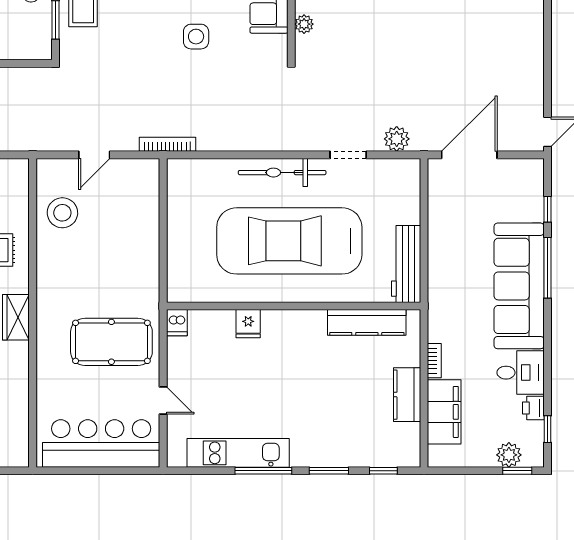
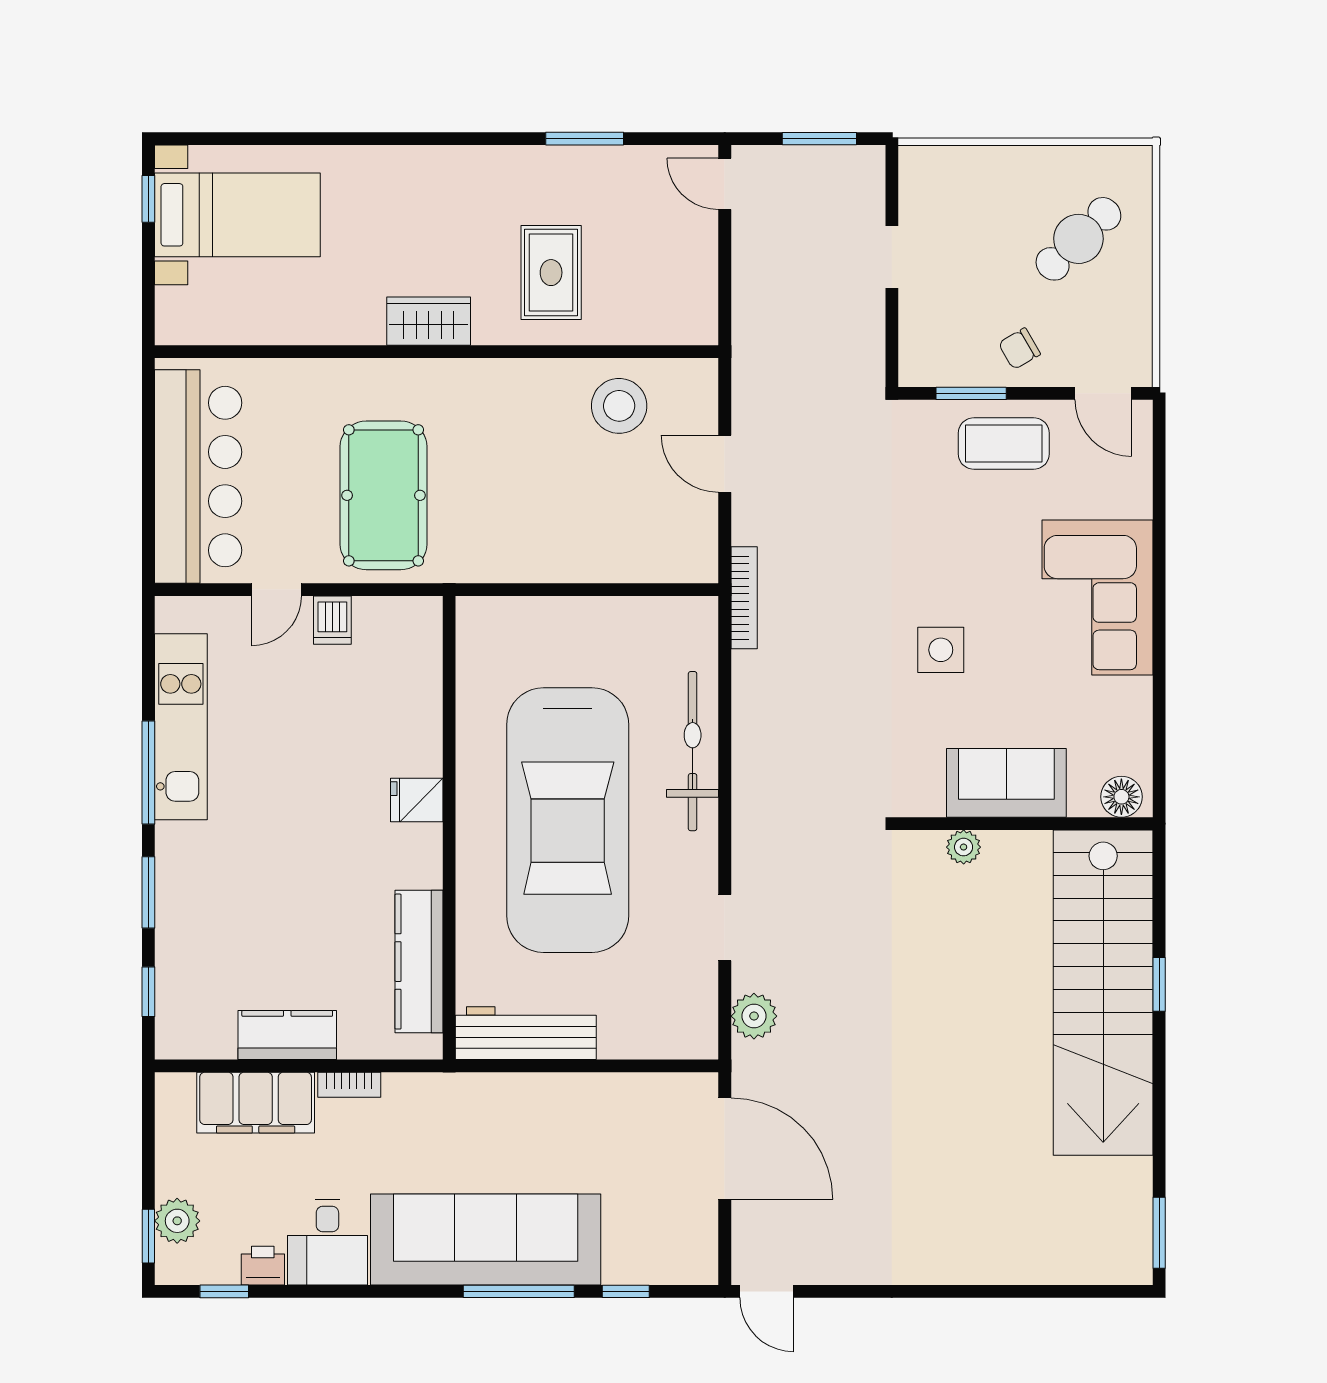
bicycle: (282, 173) -> (693, 751), moved
car: (289, 241) -> (568, 820), turned 180
dishwasher: (177, 323) -> (332, 620), moved, turned -90
fridge: (248, 324) -> (417, 800), moved

